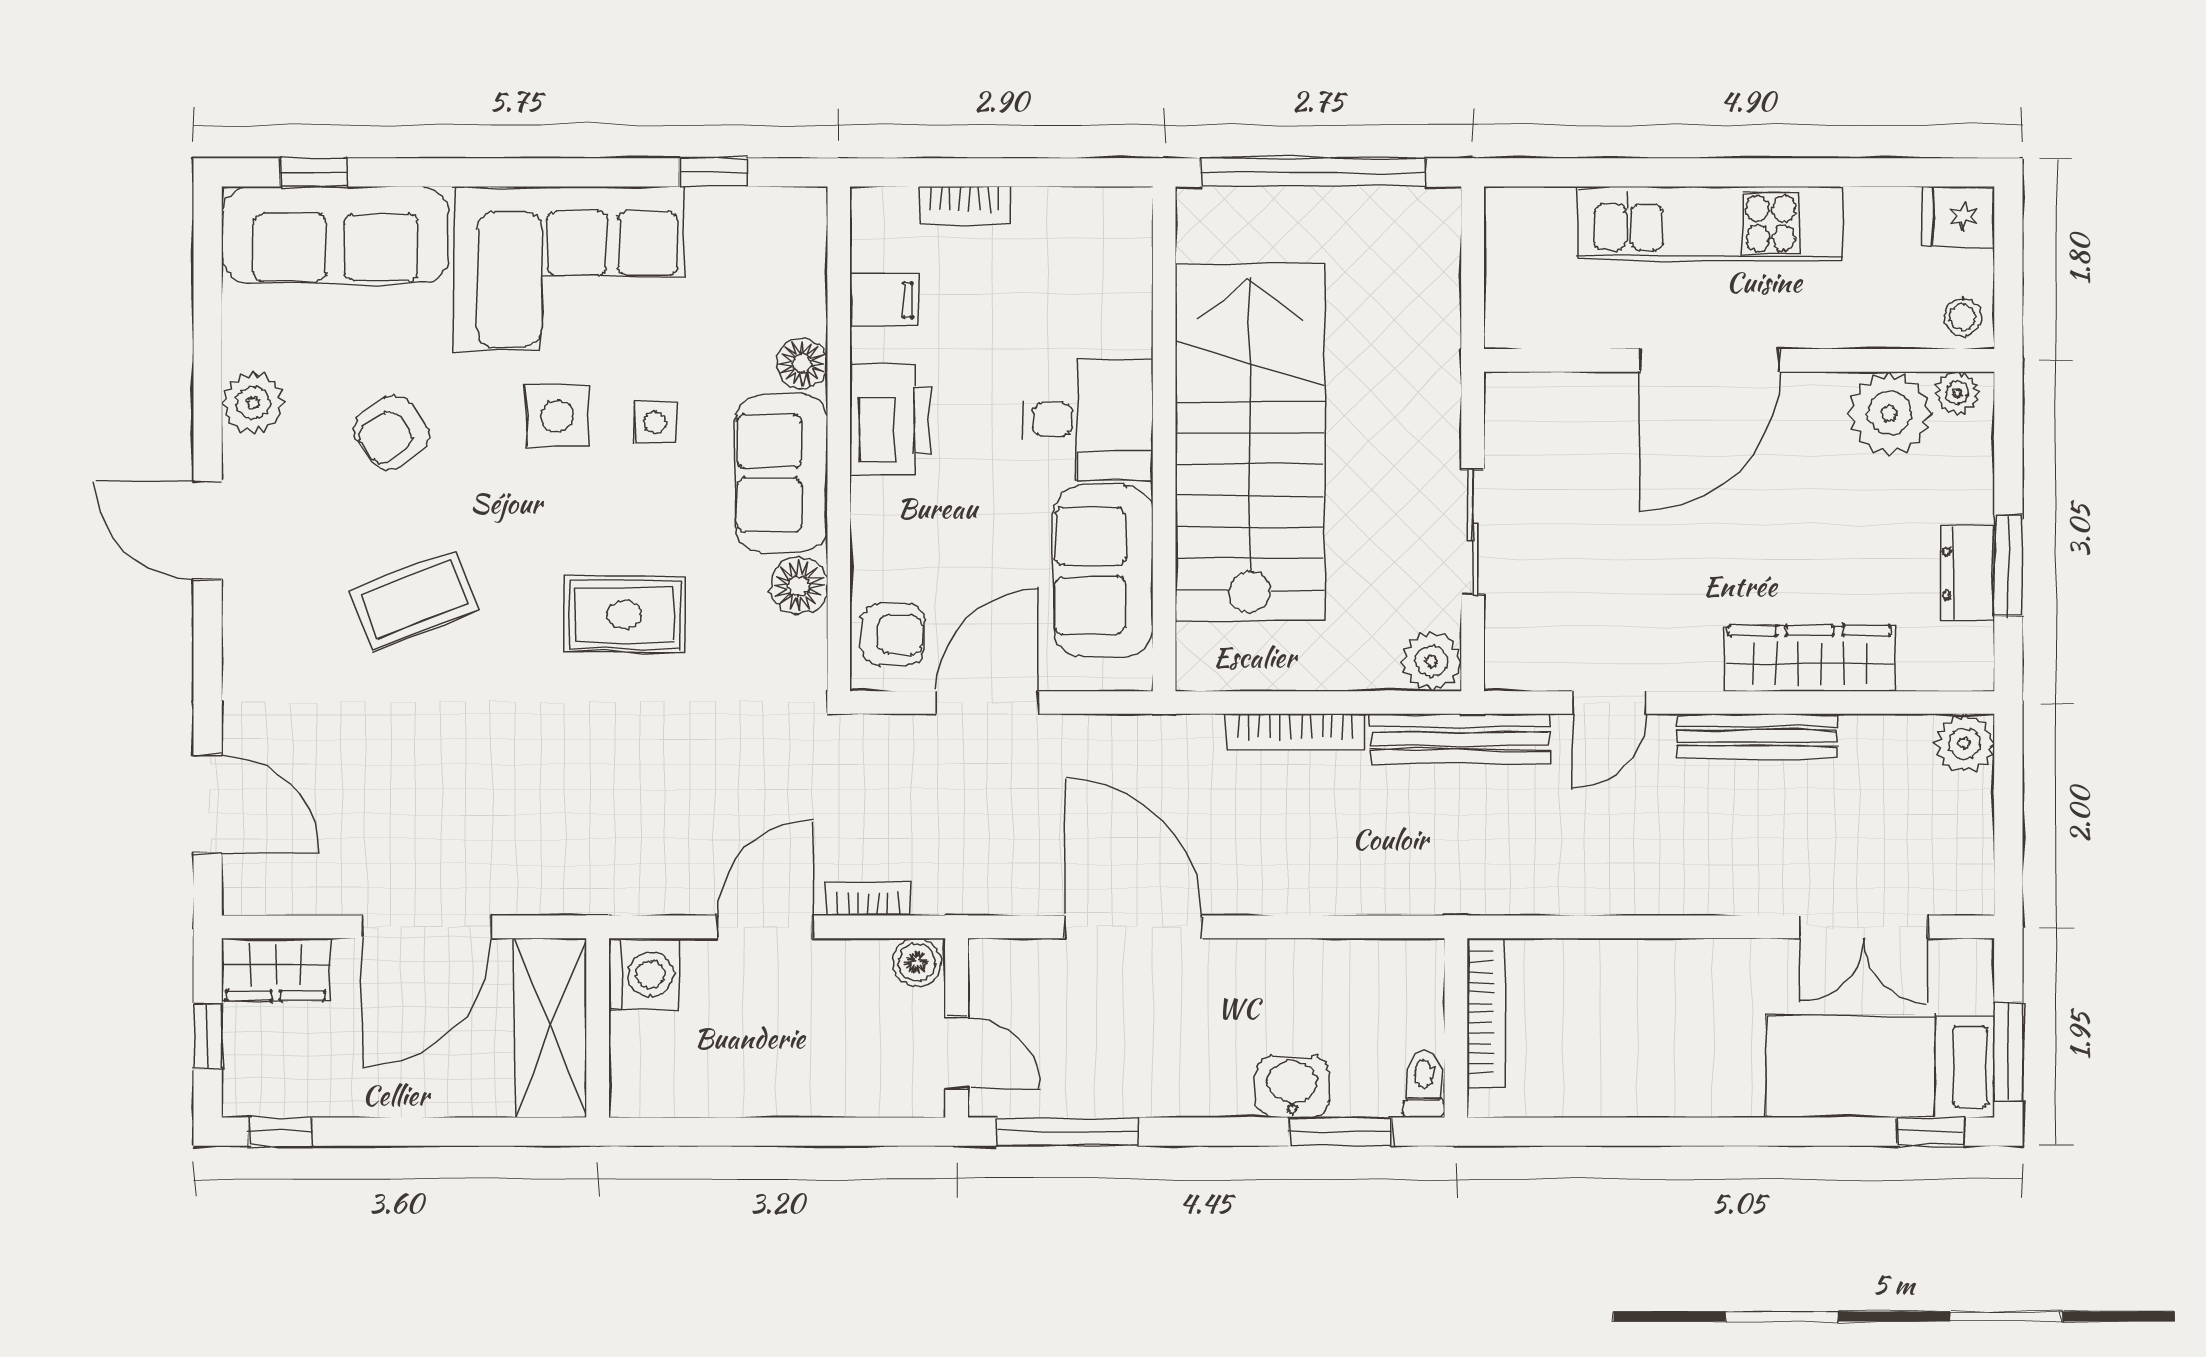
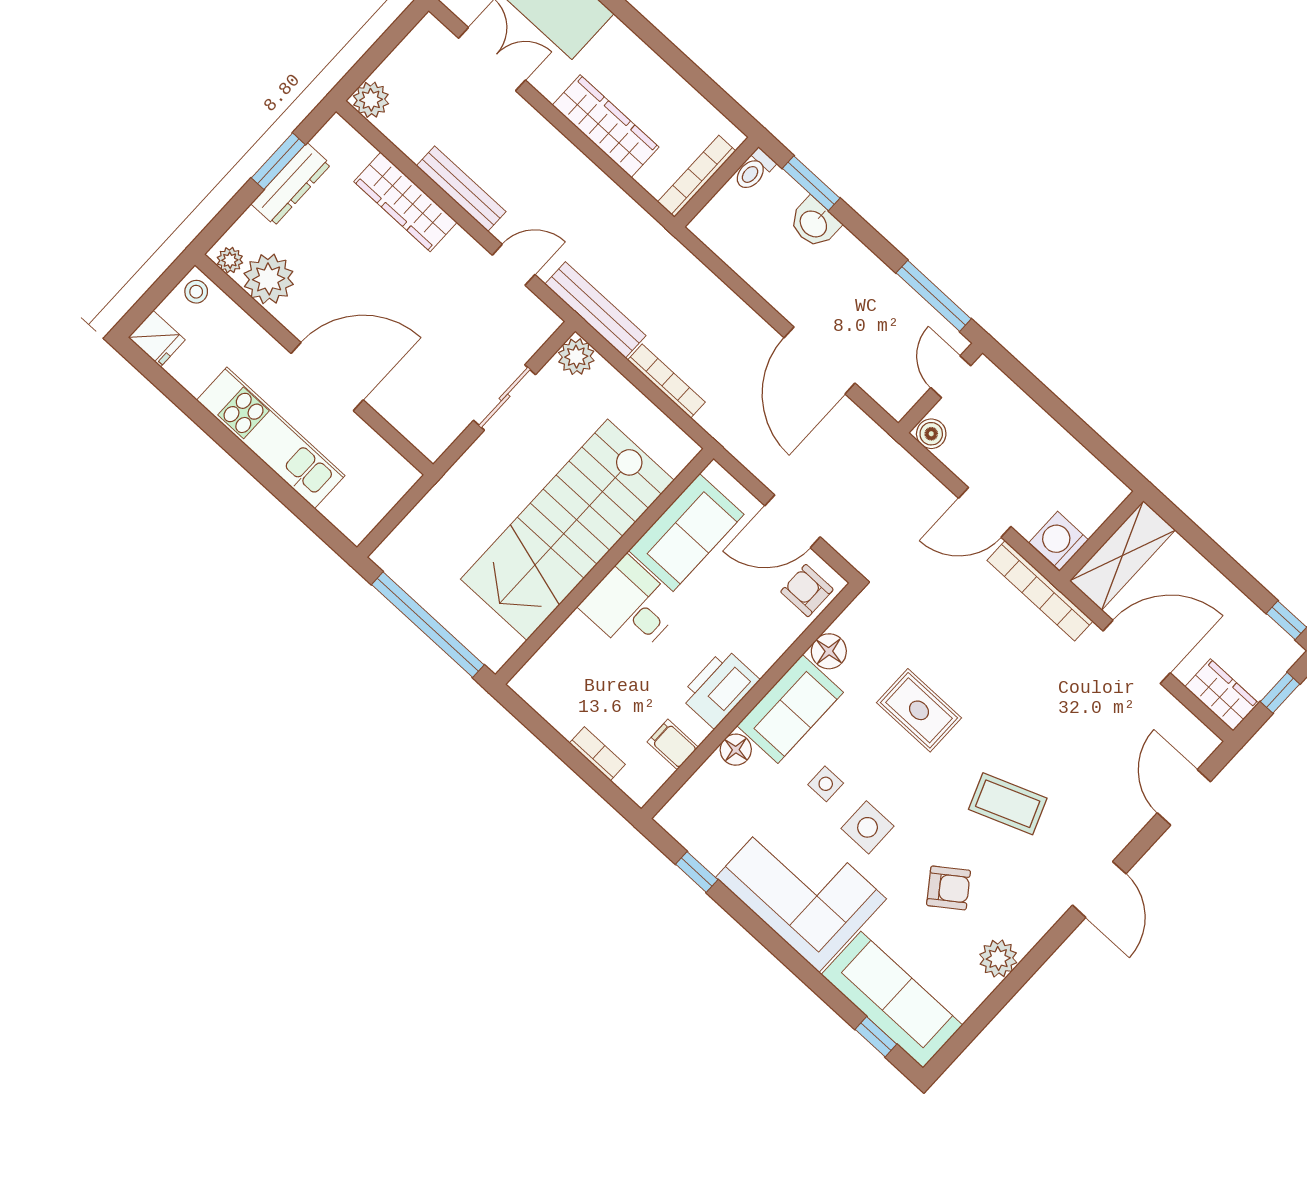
door: (208, 530) -> (1099, 889), moved
dresser: (1968, 573) -> (291, 184), width x1.44
bookcase: (868, 899) -> (1040, 591), moved, width x2.31, depth x1.31
wardrobe: (1652, 972) -> (606, 126), added

